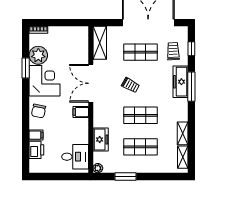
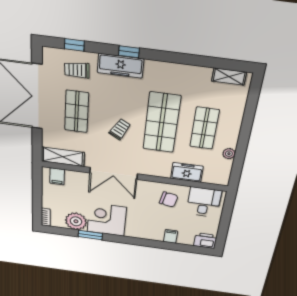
window: (191, 87) -> (129, 52), width x0.46
chair: (39, 111) -> (169, 199), moved
filing cabinet: (81, 112) -> (57, 176), moved
shop shelf: (140, 115) -> (162, 123), width x1.43, depth x1.36
shelving: (183, 133) -> (195, 72), removed
printer: (36, 150) -> (205, 241), moved
plant: (98, 168) -> (229, 154), moved
window: (125, 176) -> (241, 151), removed

